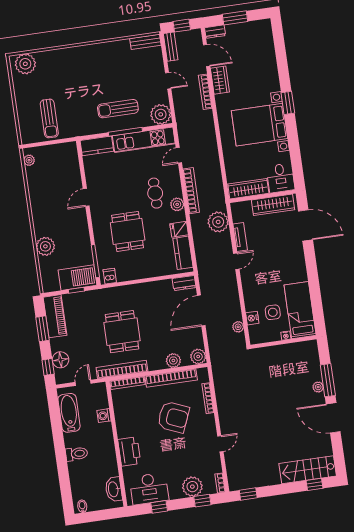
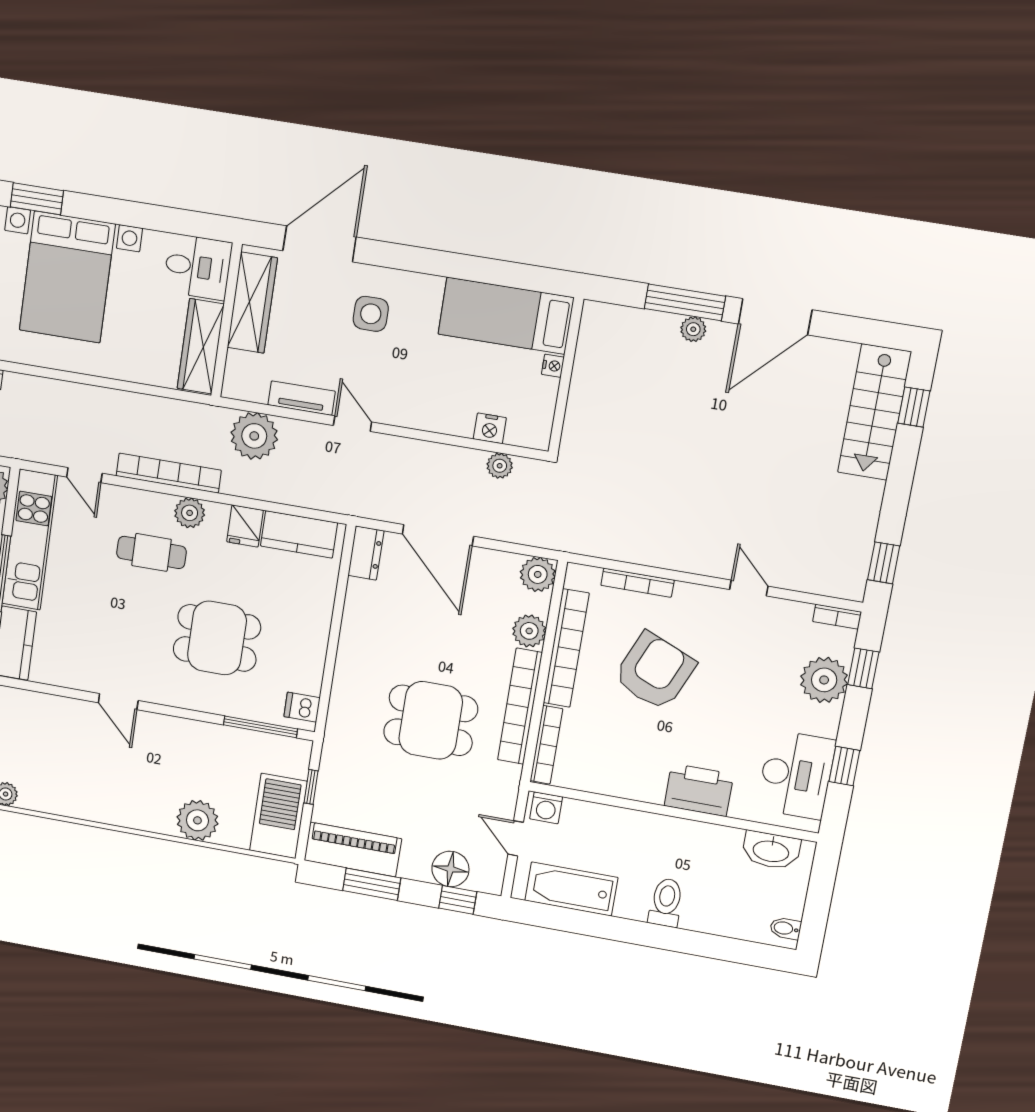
barbecue: (77, 278) -> (278, 816), moved
side table: (273, 312) -> (371, 314), moved
bookcase: (122, 369) -> (520, 706), moved
washing machine: (104, 416) -> (546, 808), moved

